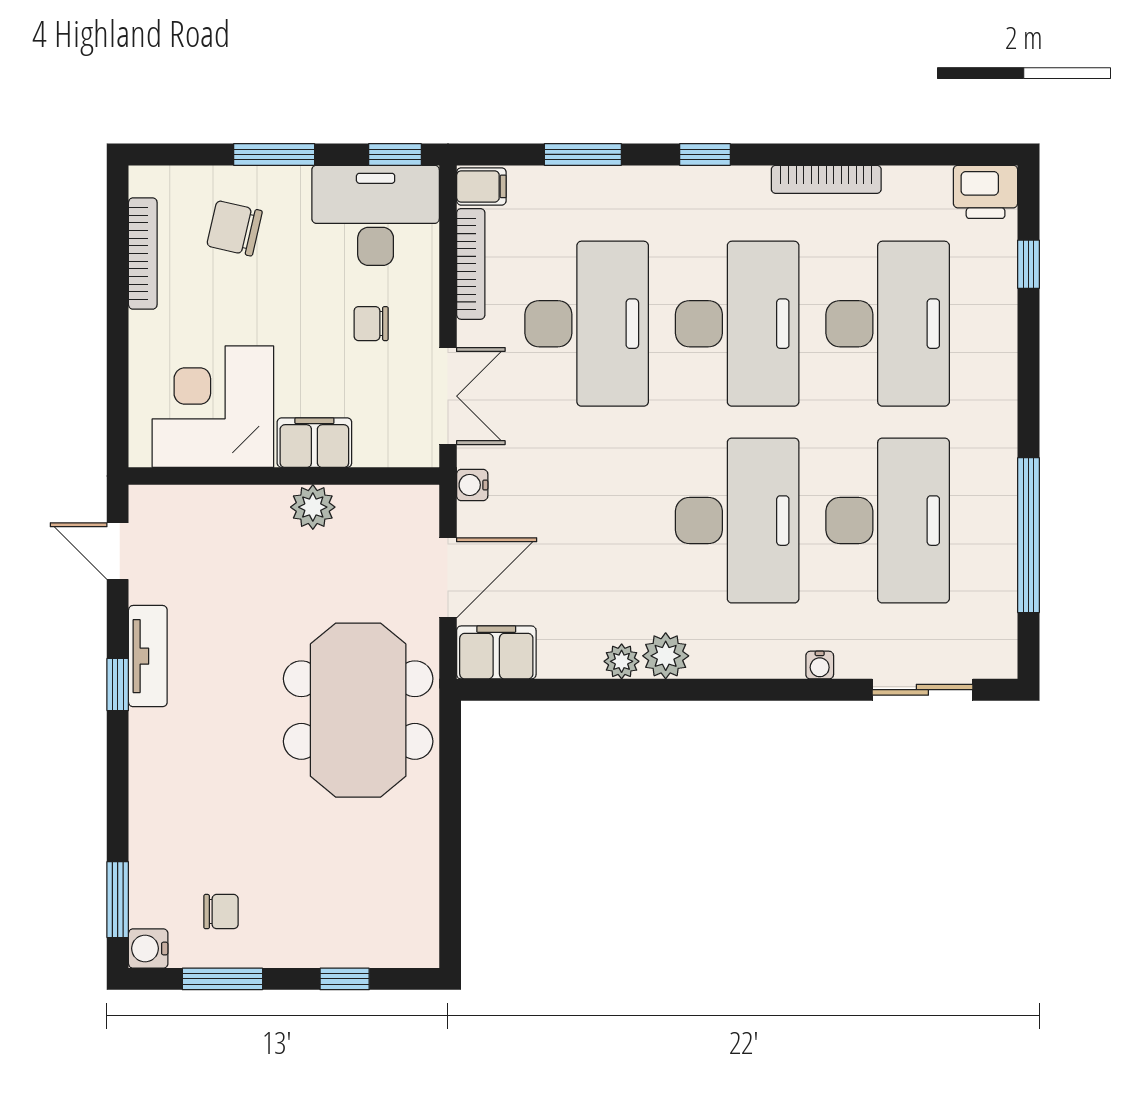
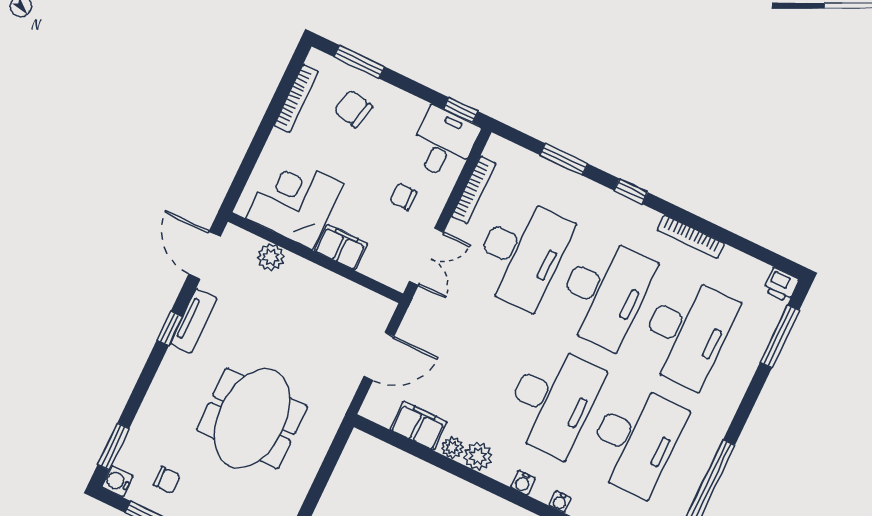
window: (274, 154) -> (359, 62), moved
filing cabinet: (481, 186) -> (500, 150), removed
printer: (986, 192) -> (781, 285), width x0.73, depth x0.81
desk: (376, 215) -> (444, 143), width x0.73
window: (1029, 264) -> (780, 336), width x2.17
water cooler: (472, 485) -> (523, 483), moved, turned -90
plant: (313, 507) -> (271, 257), moved
door: (118, 551) -> (205, 255), width x1.38
filing cabinet: (496, 652) -> (419, 426), moved
meeting table: (358, 710) -> (252, 418), moved

